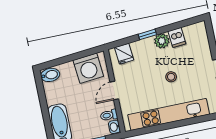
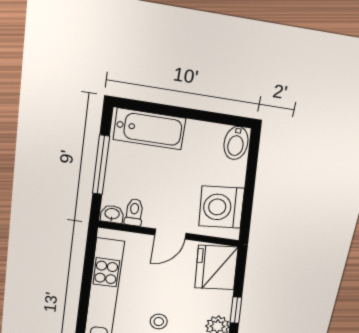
fridge: (124, 54) -> (216, 268), width x1.88, depth x1.34
door: (114, 90) -> (170, 234), swing flipped

